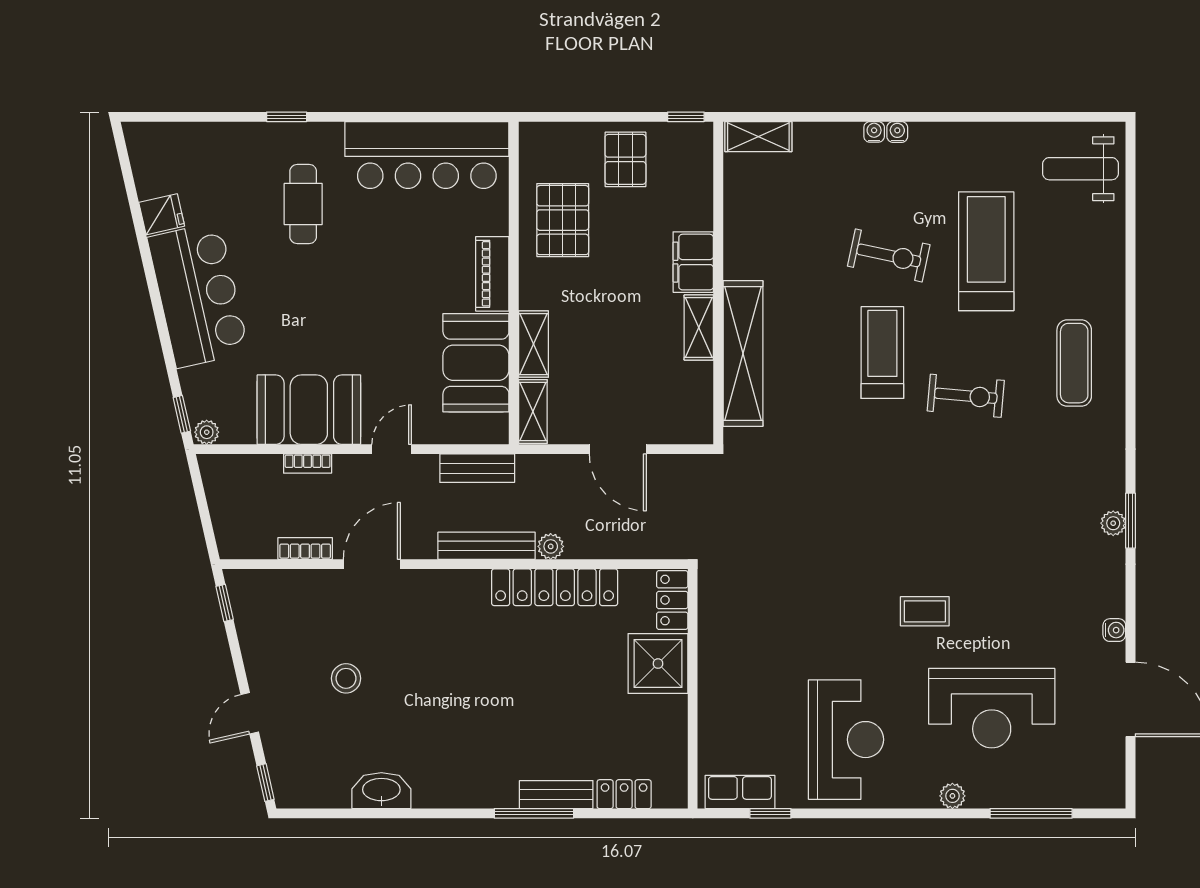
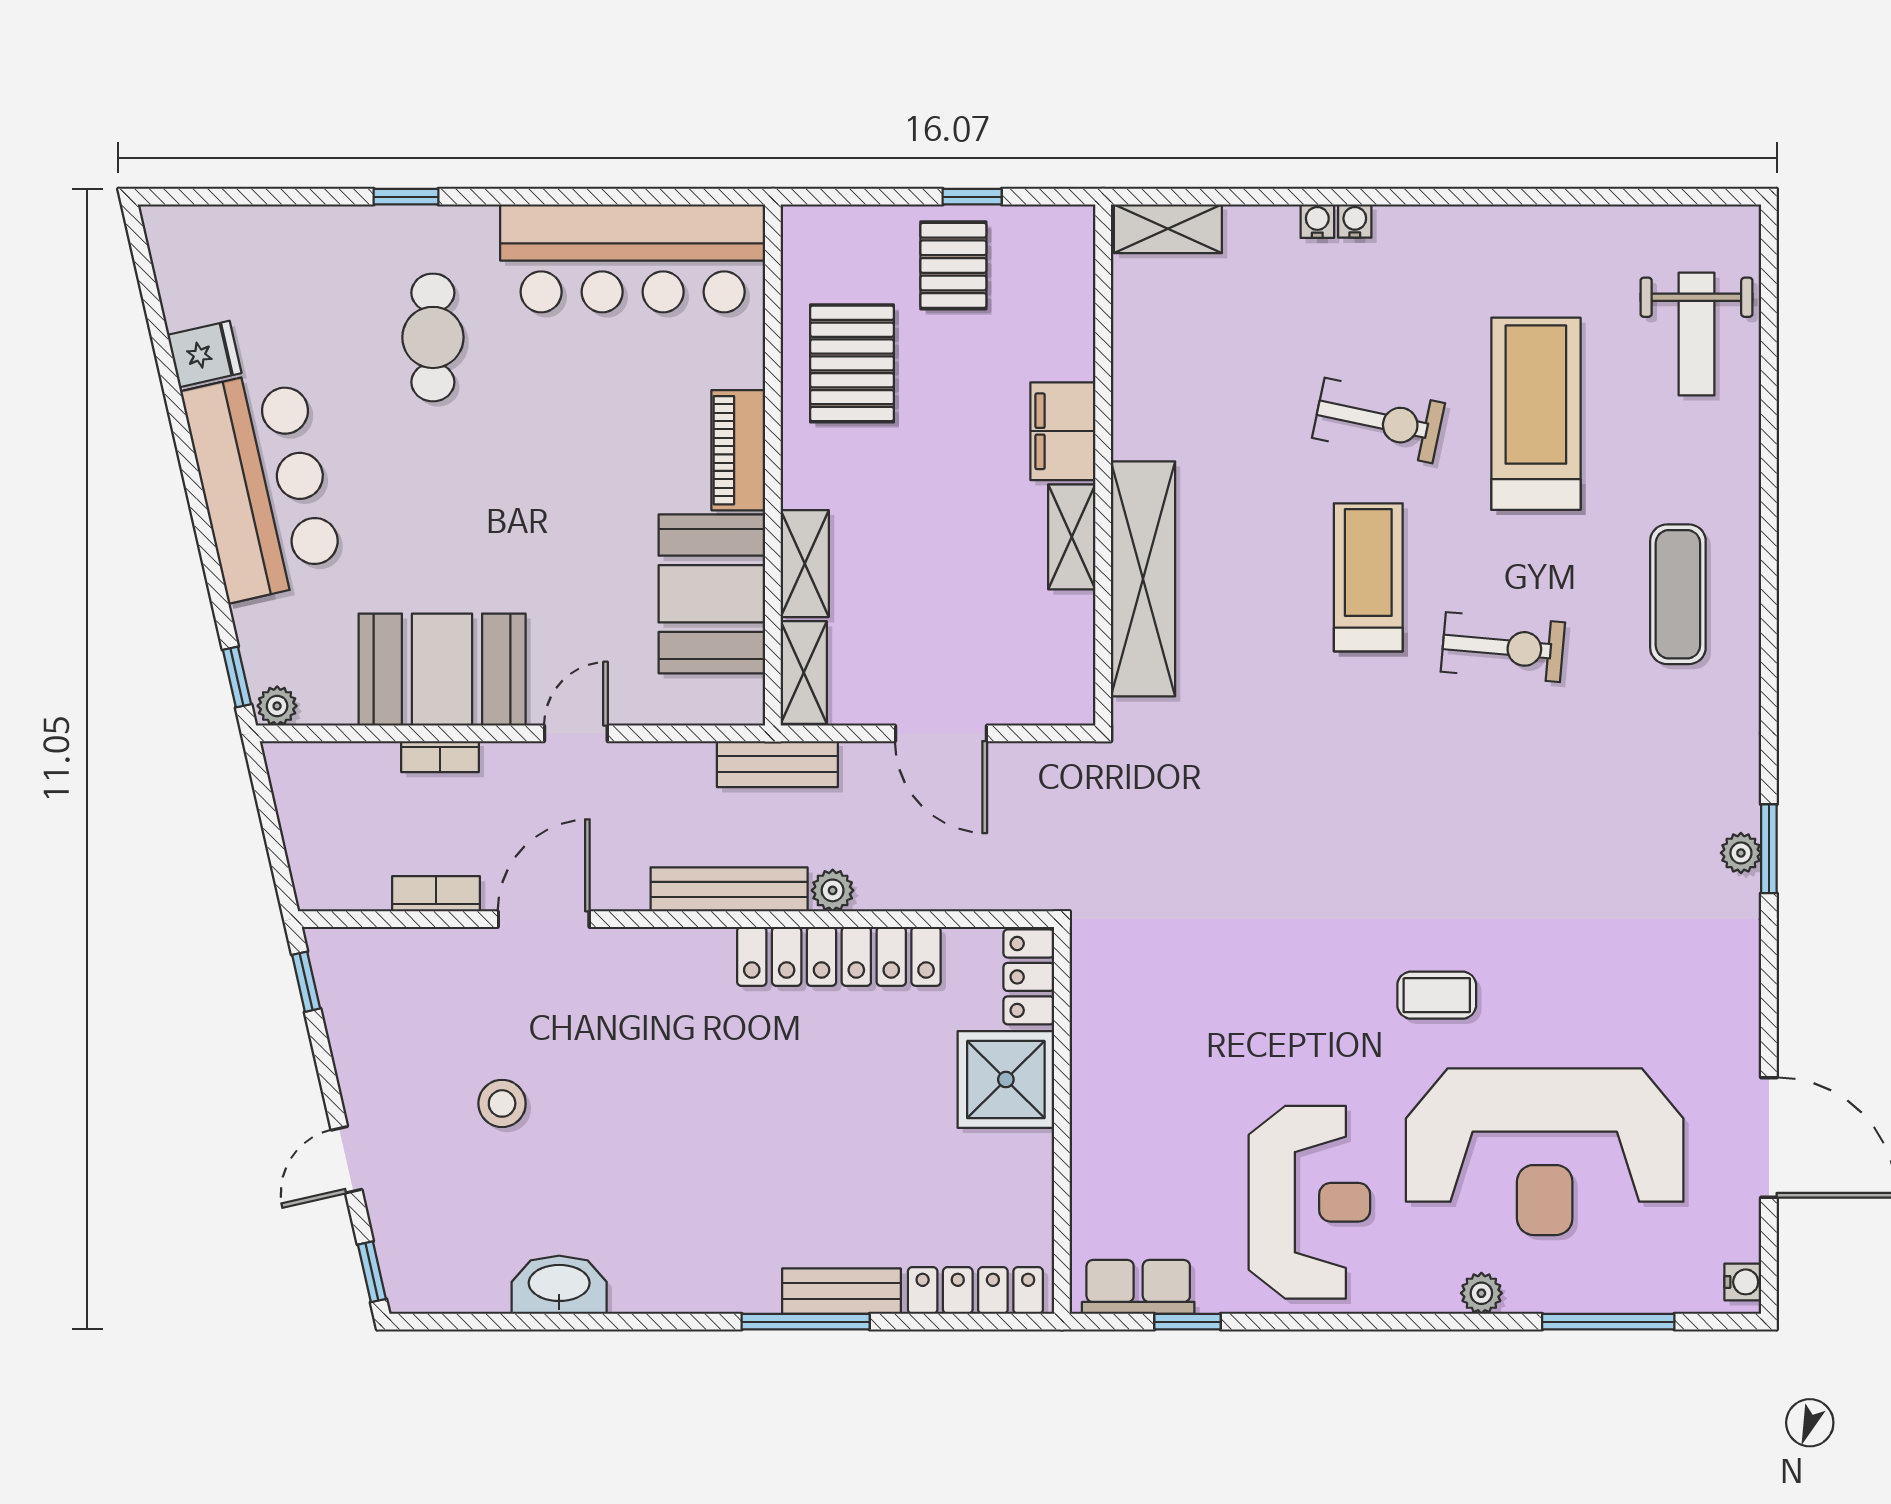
window: (686, 117) -> (972, 197), moved
water cooler: (897, 132) -> (1317, 221), moved
weight bench: (1080, 169) -> (1696, 334), moved, turned -90
bench: (477, 468) -> (777, 764), moved
water cooler: (1114, 630) -> (1743, 1282), moved
reception desk: (992, 708) -> (1545, 1152), width x1.36, depth x1.30
locker: (624, 794) -> (975, 1290), width x1.53

